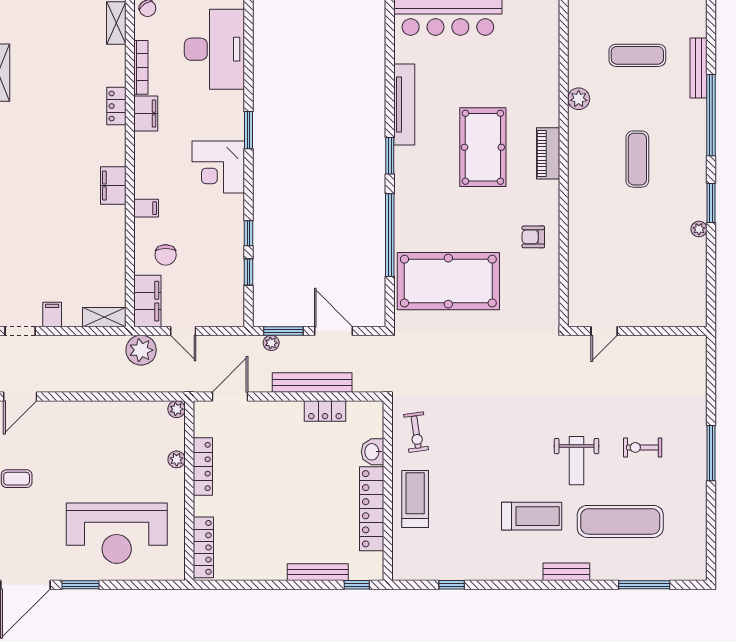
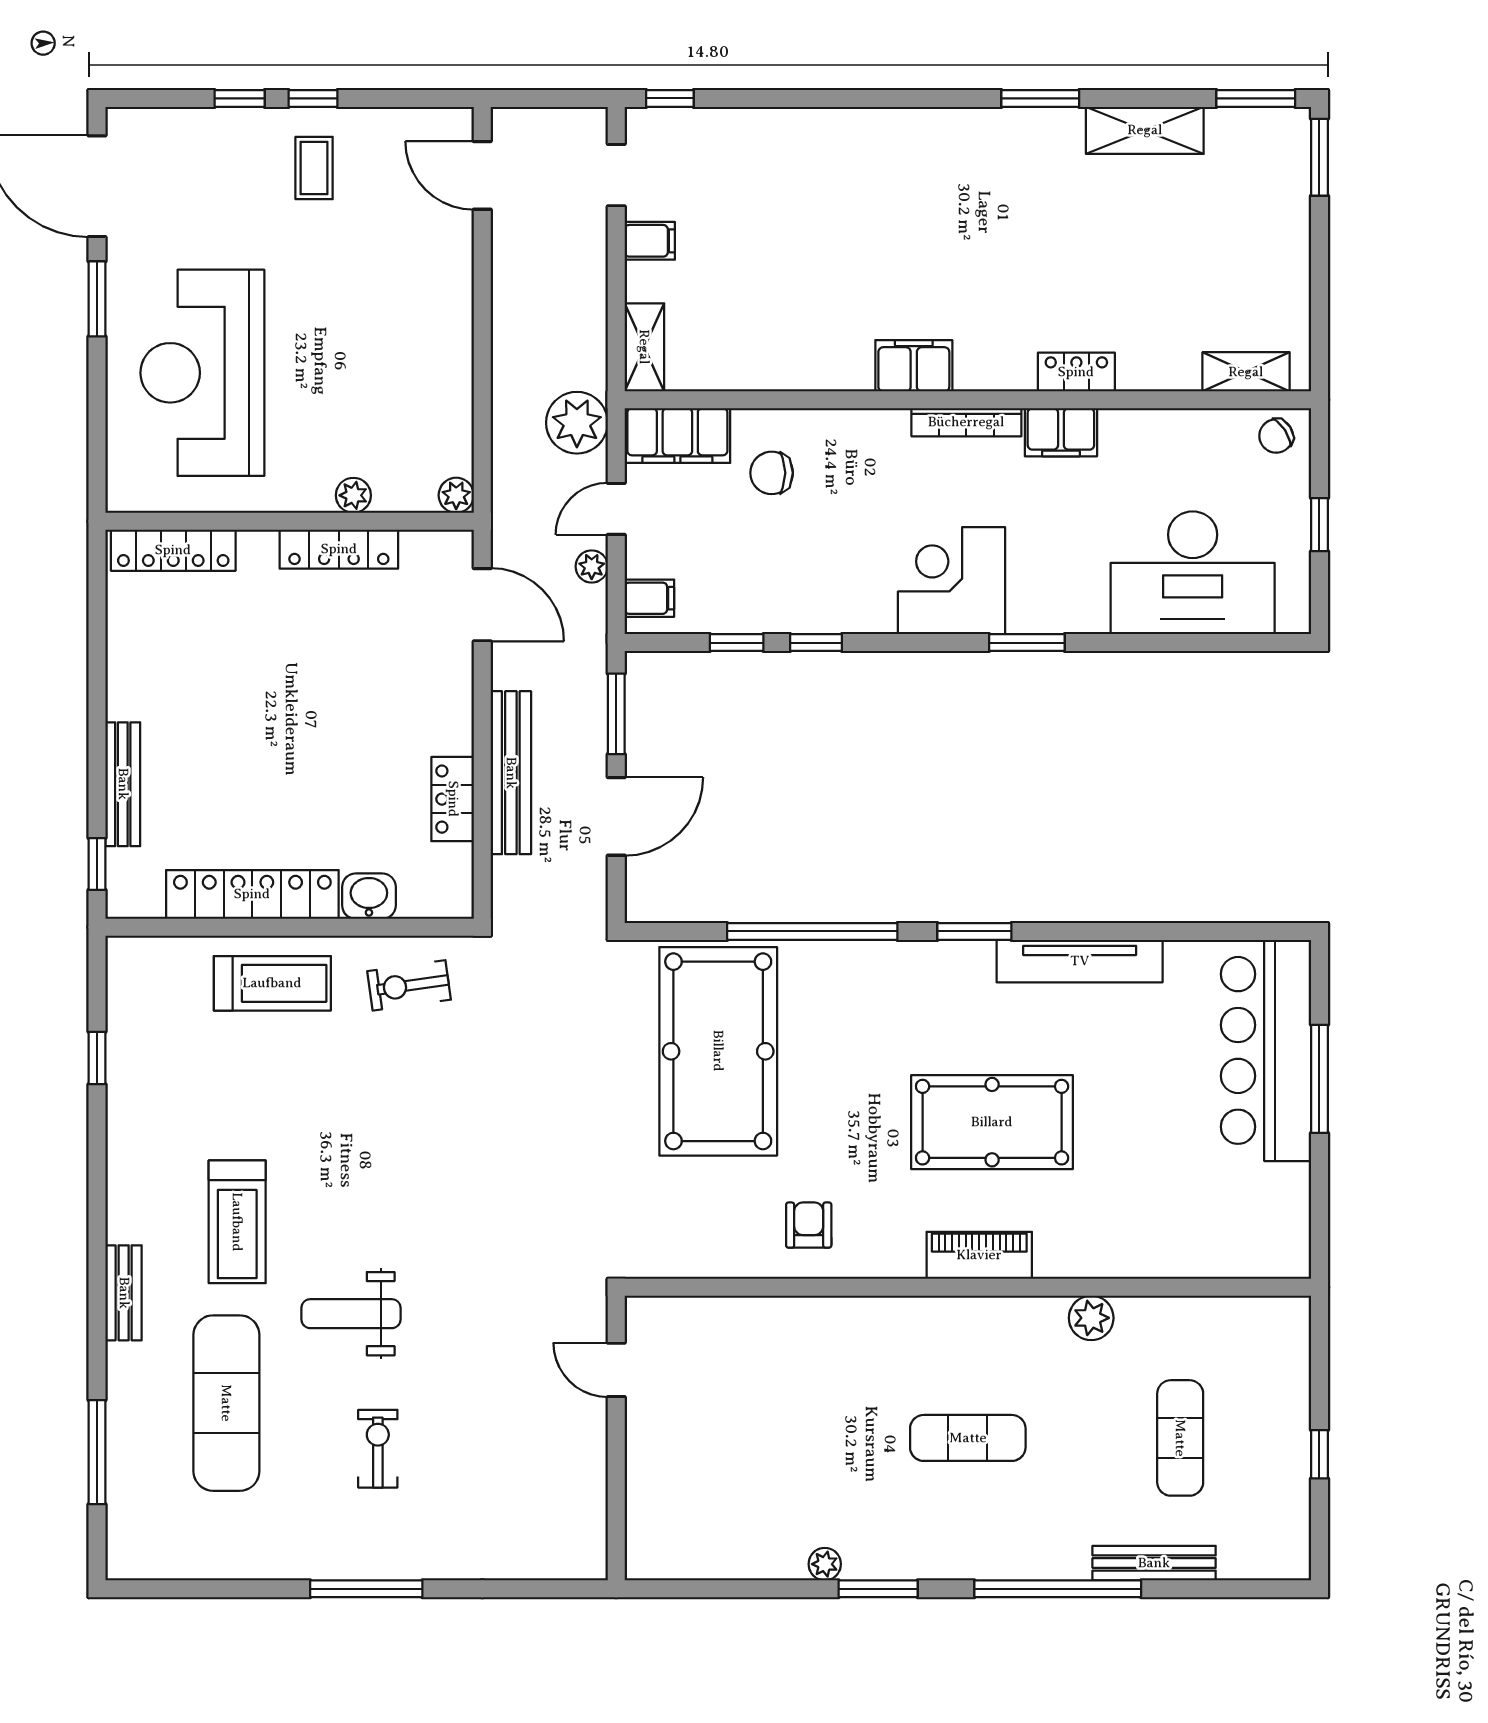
bookcase: (141, 67) -> (966, 422), moved
filing cabinet: (146, 208) -> (649, 598), moved, turned -90
plant: (271, 343) -> (592, 566), moved

